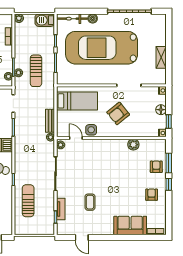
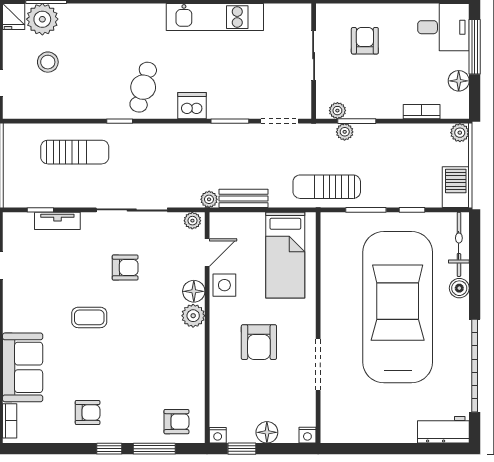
workbench: (160, 26) -> (443, 430), added
shelving: (161, 57) -> (377, 433), removed
sun lounger: (36, 71) -> (327, 187), moved
armchair: (118, 113) -> (259, 342), turned -141
floor lamp: (94, 144) -> (194, 291), added
plant: (133, 145) -> (193, 316), moved
armchair: (156, 167) -> (176, 422), moved
armchair: (83, 177) -> (125, 268), added
coffee table: (90, 202) -> (89, 317), moved

